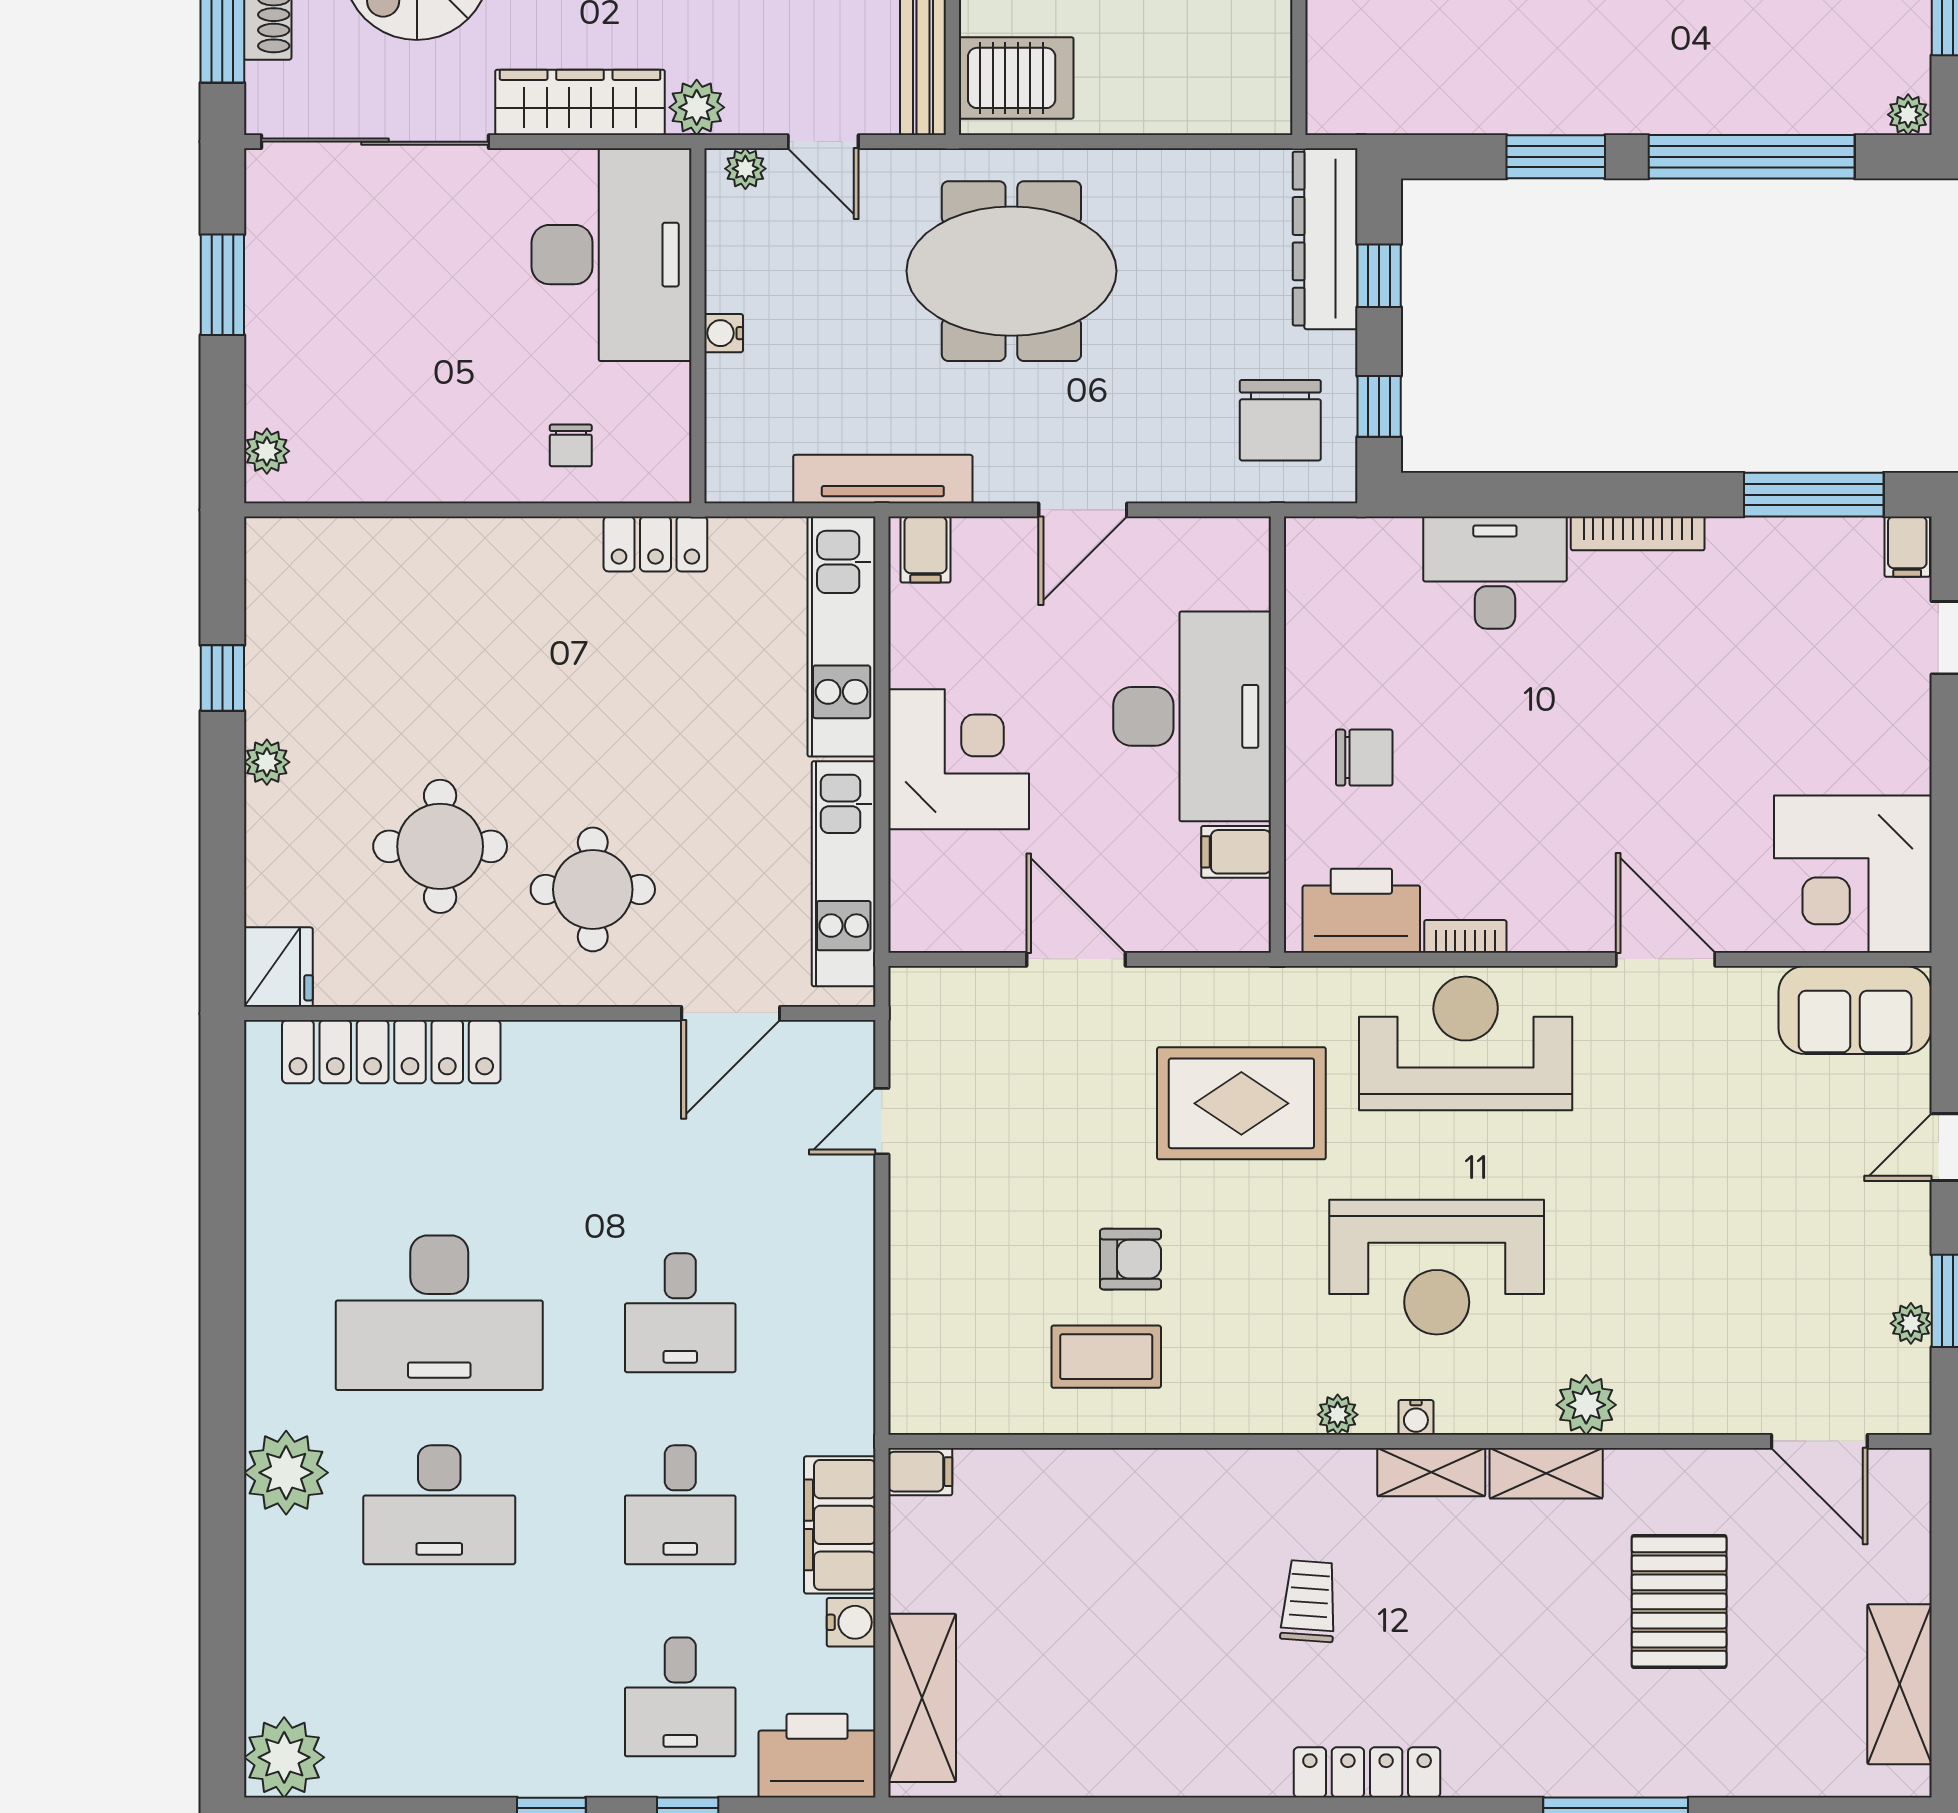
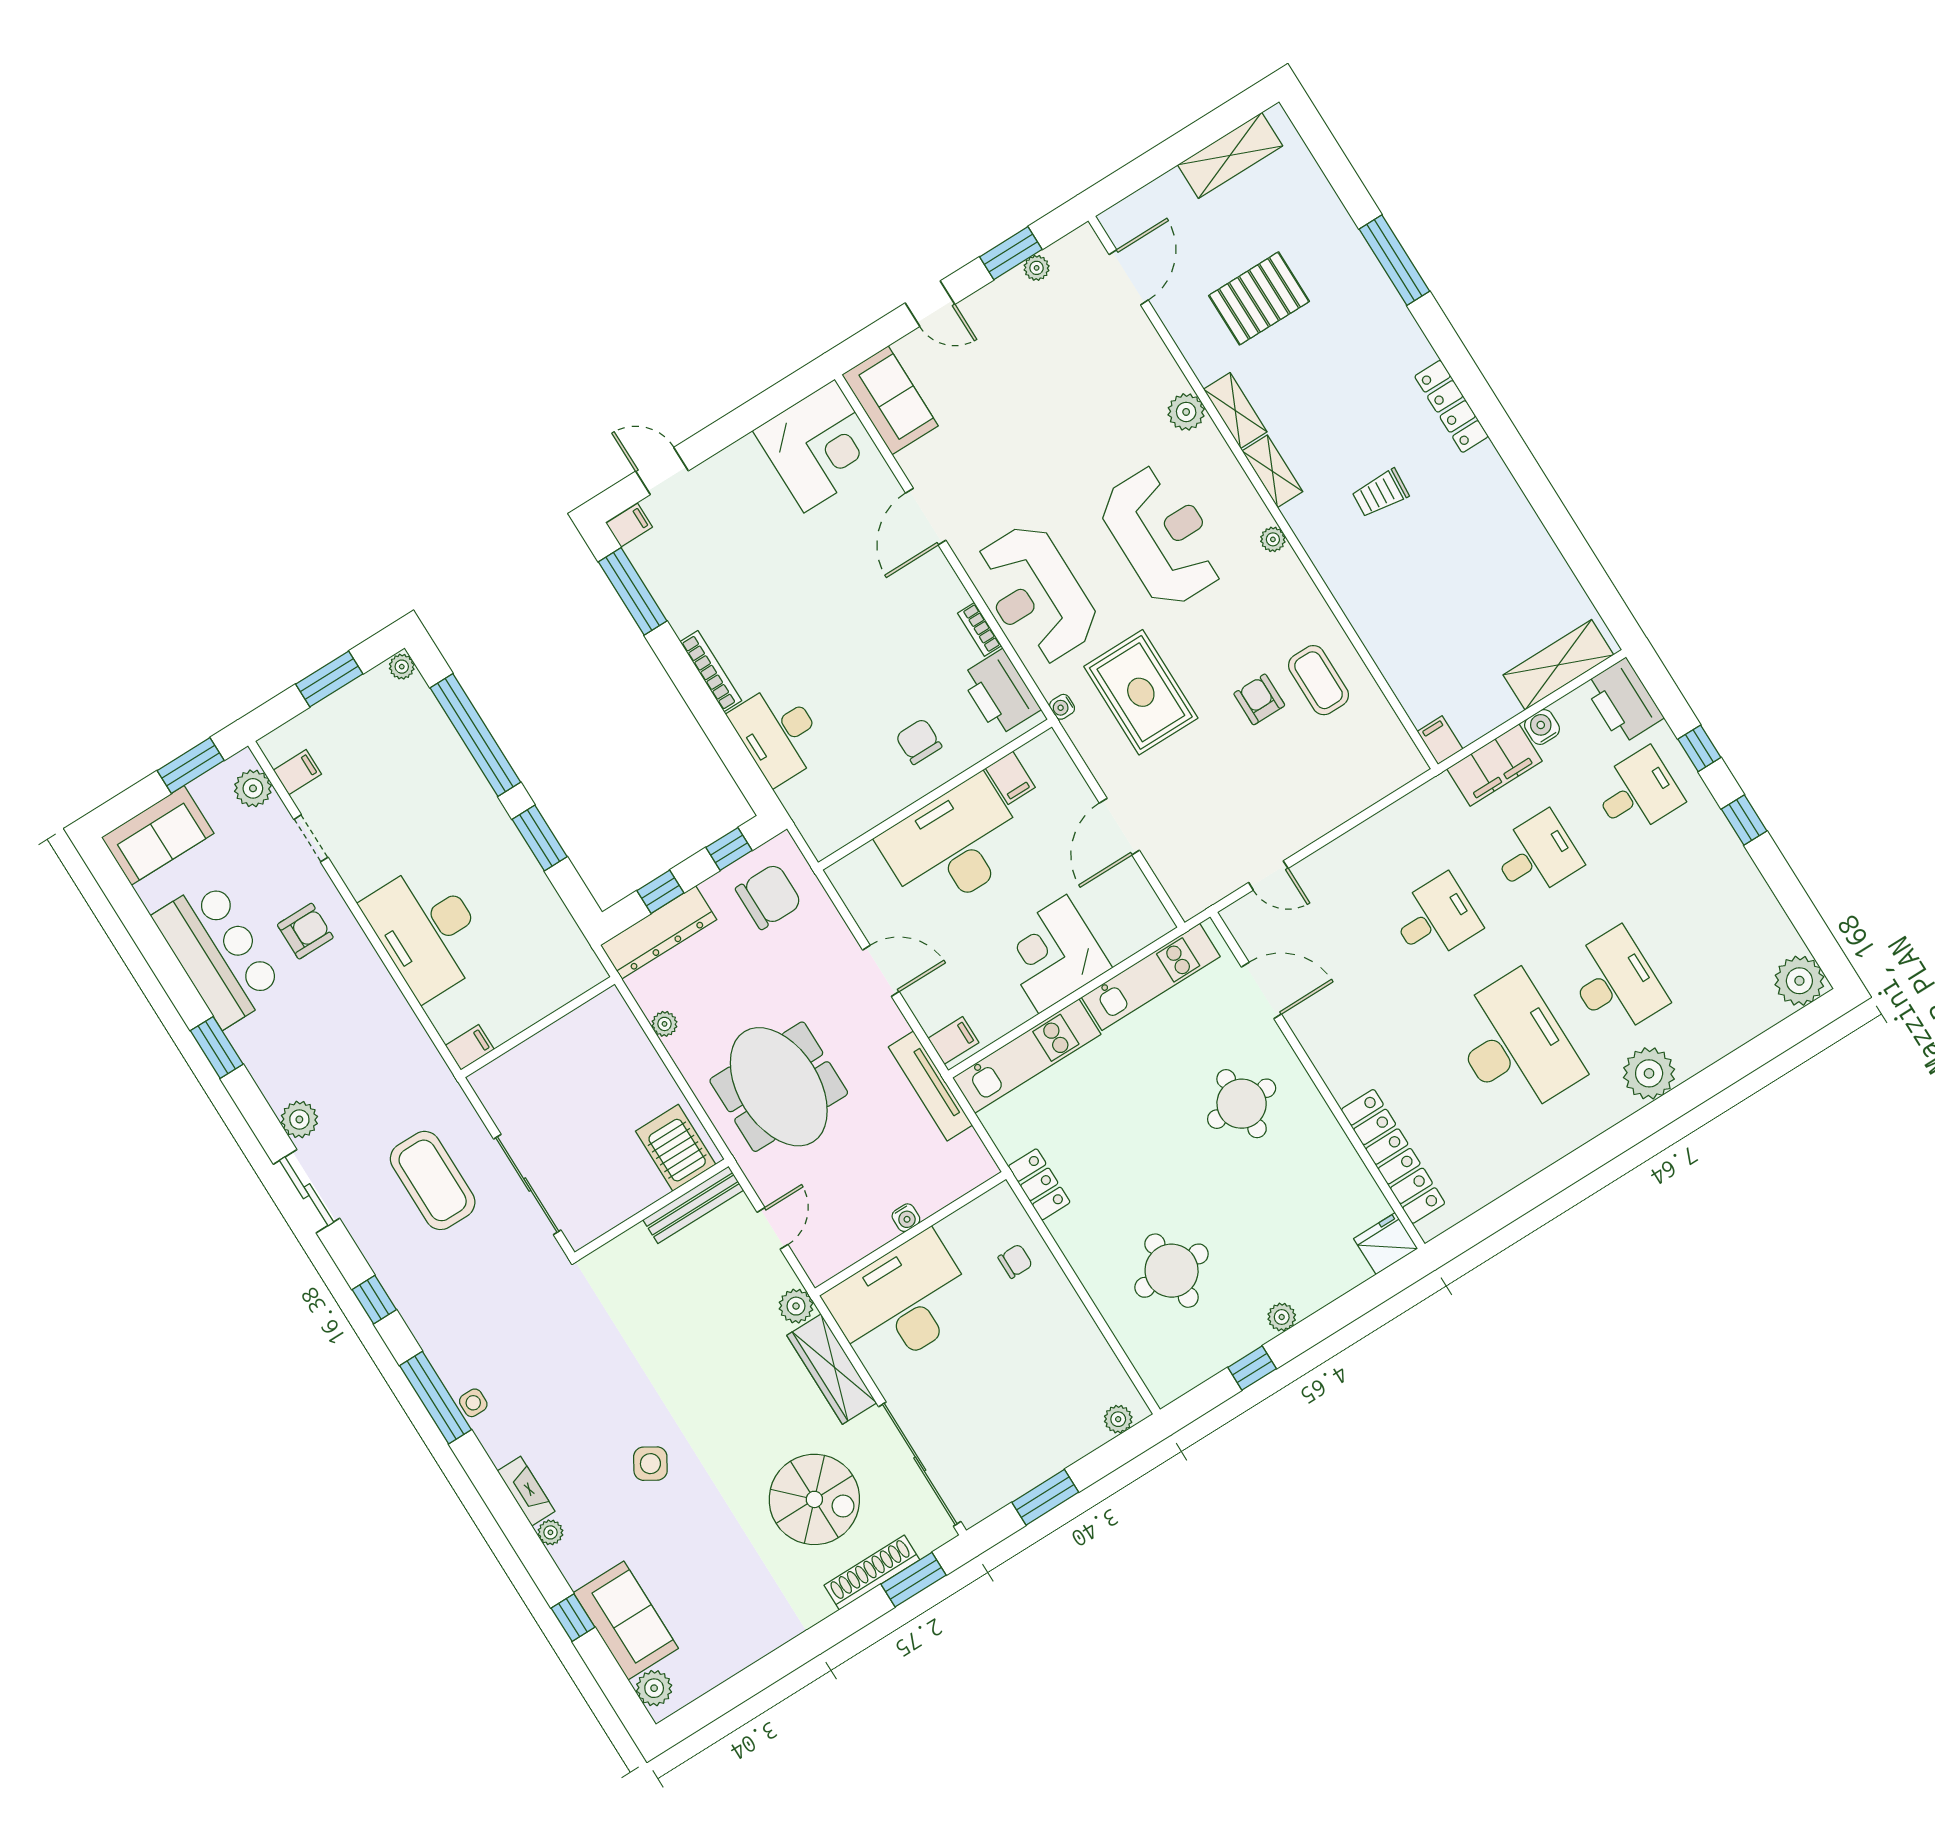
plant: (745, 169) -> (665, 1024), moved
round table: (440, 846) -> (1172, 1271), moved
water cooler: (1416, 1417) -> (1062, 707), moved, turned 180

